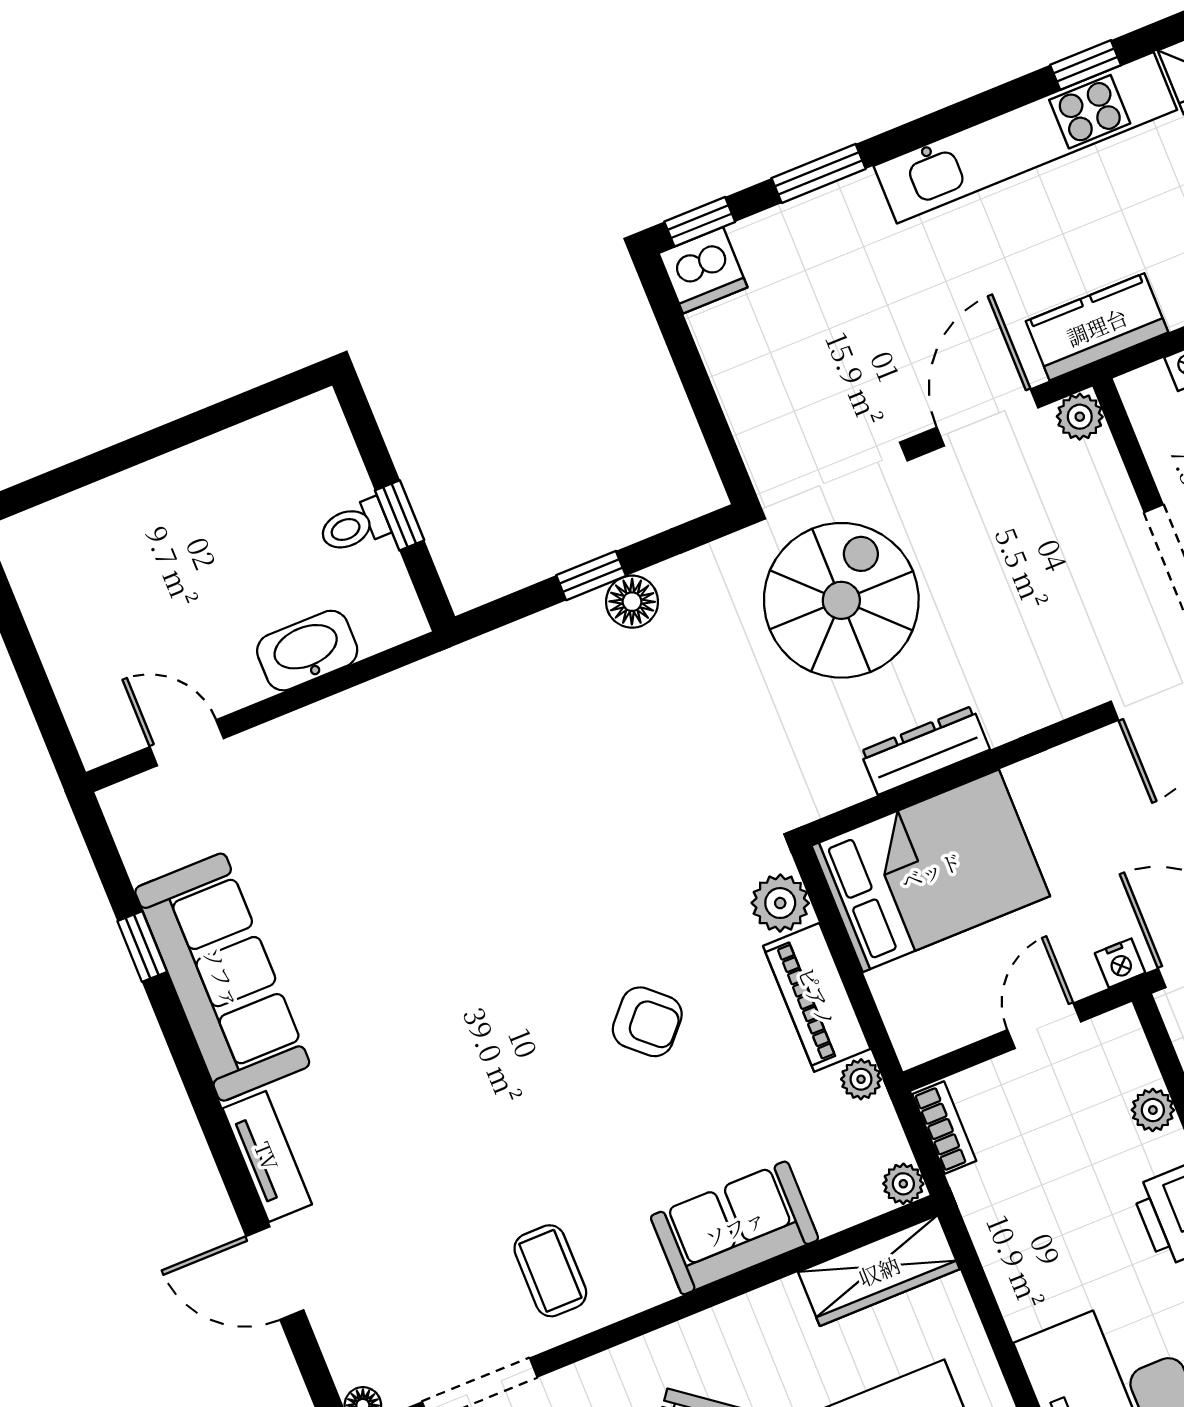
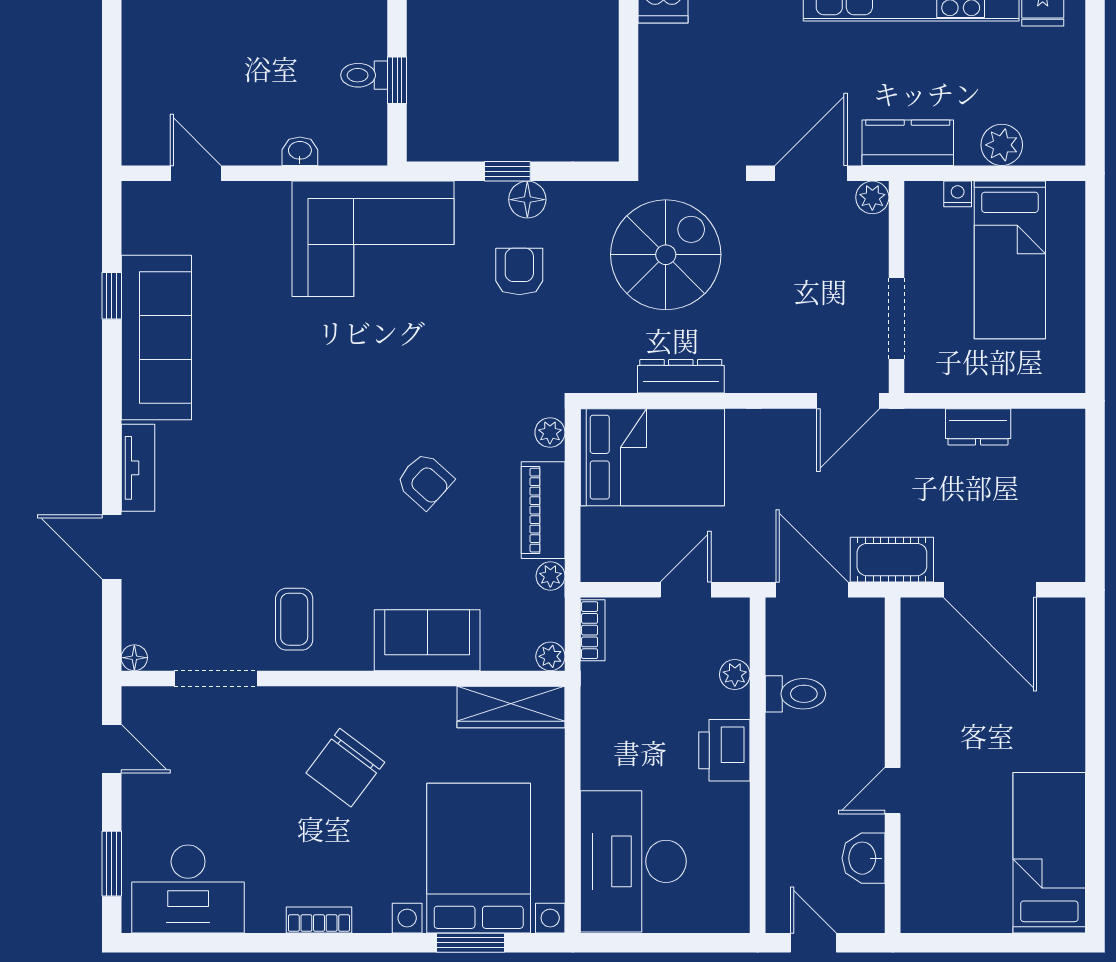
washbasin: (307, 651) -> (300, 151), width x0.52, depth x0.69
armchair: (660, 699) -> (519, 271), added
corner sofa: (452, 734) -> (373, 239), added
plant: (780, 903) -> (550, 432), width x0.73, depth x0.73
nightstand: (1120, 963) -> (753, 569), removed

